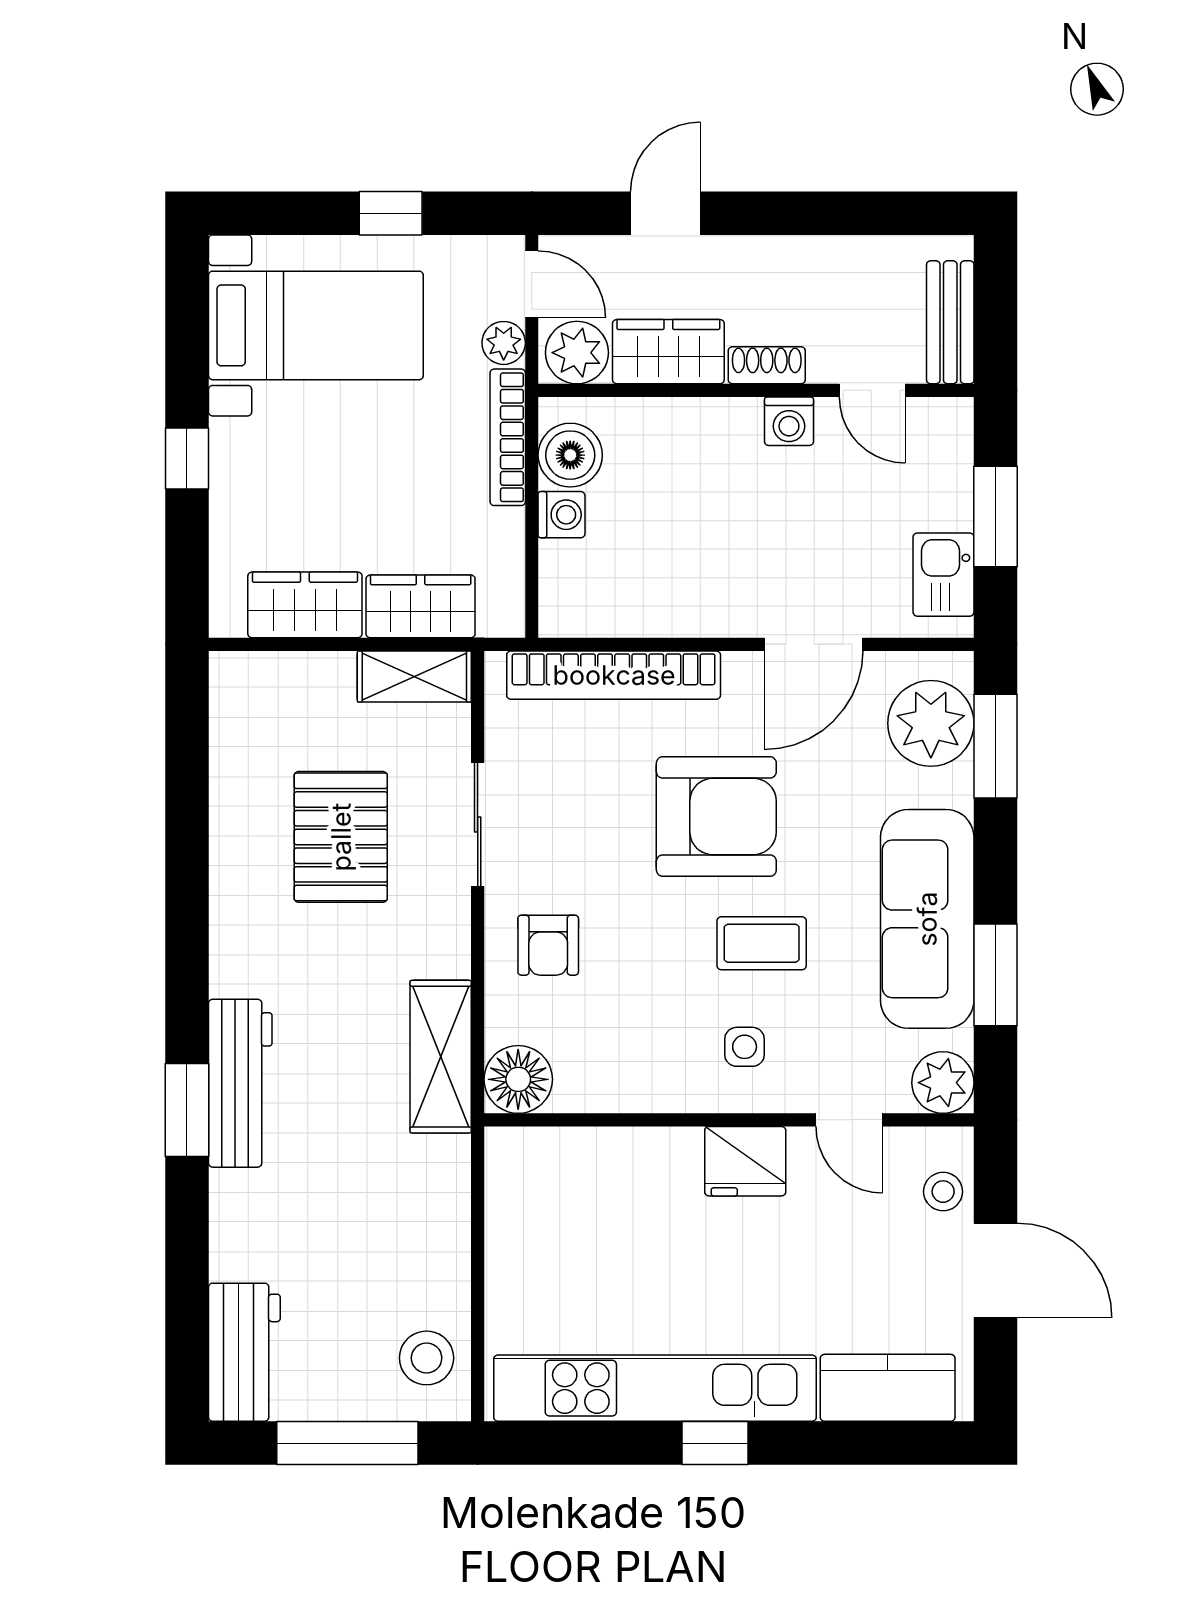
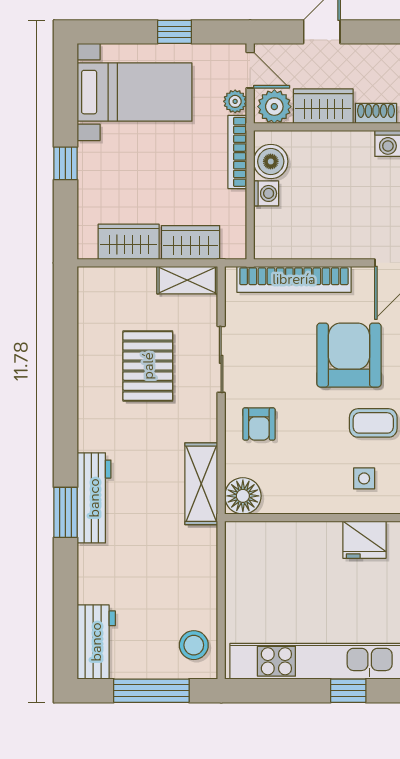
armchair: (716, 817) -> (349, 355), turned -90

